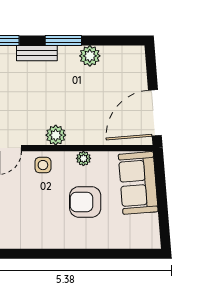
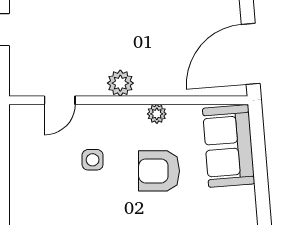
side table: (43, 165) -> (93, 160), moved

